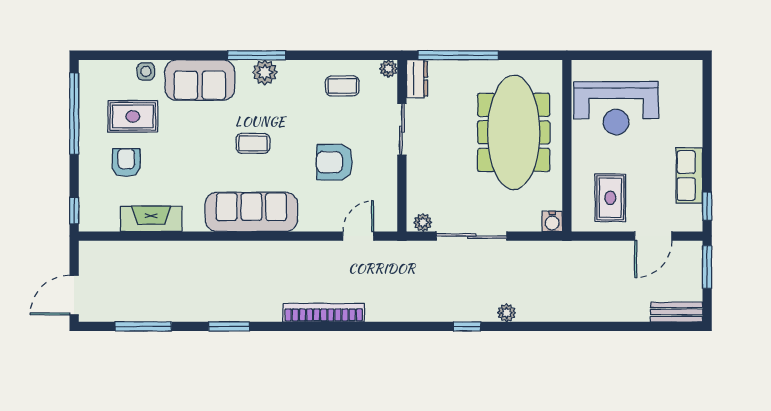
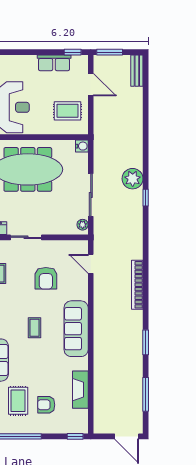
plant: (507, 313) -> (133, 179), width x1.88, depth x1.88

